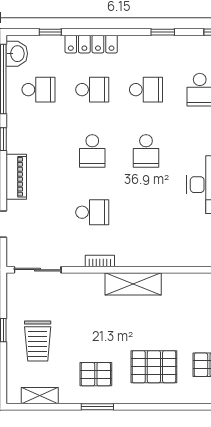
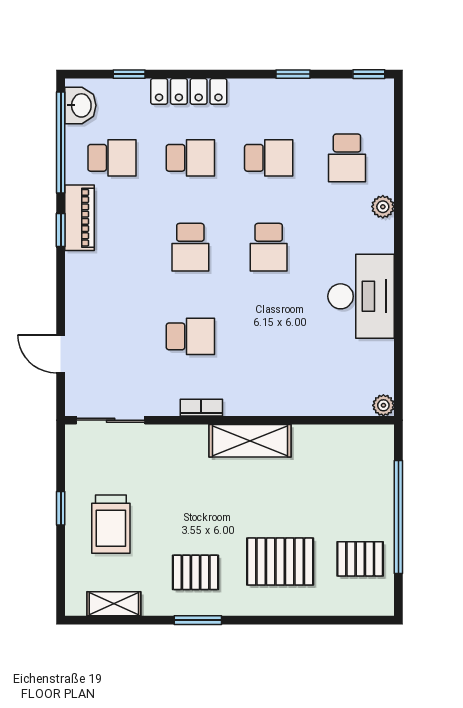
piano: (16, 177) -> (80, 218), moved

